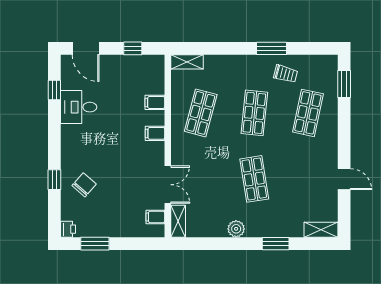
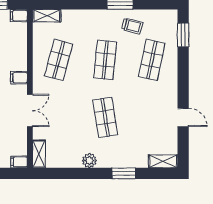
filing cabinet: (155, 102) -> (19, 16), moved
double door: (168, 185) -> (30, 111), moved
filing cabinet: (155, 217) -> (19, 162), moved

